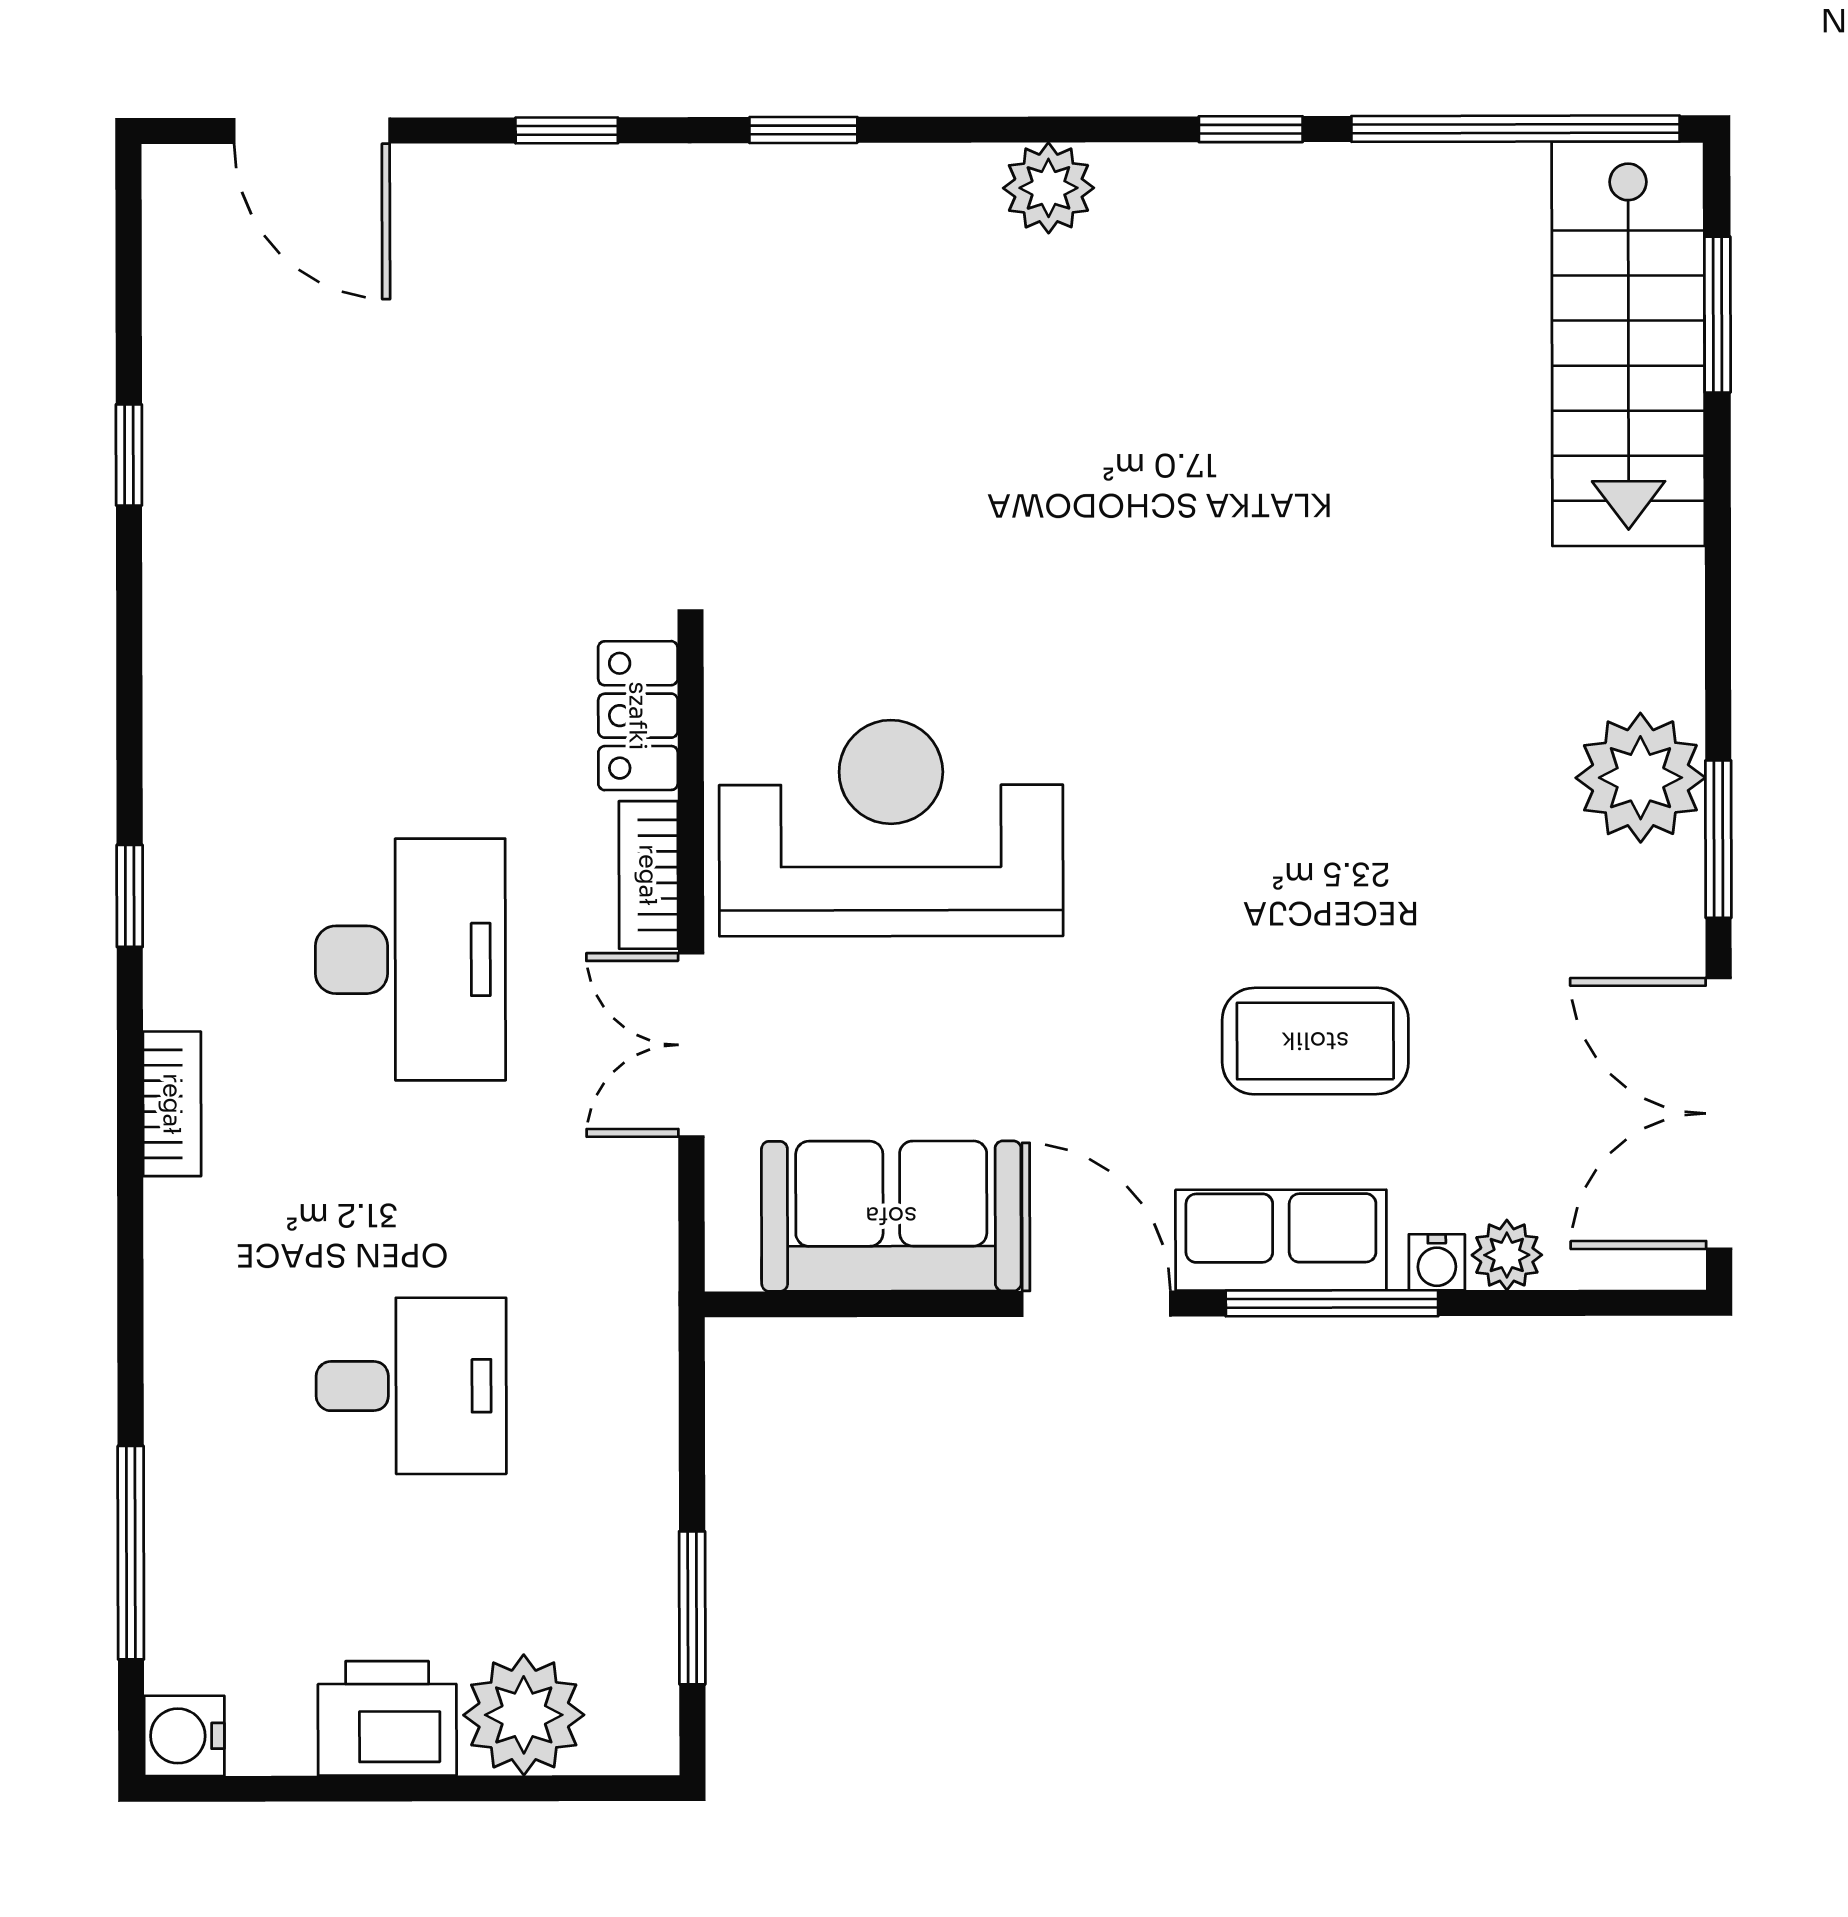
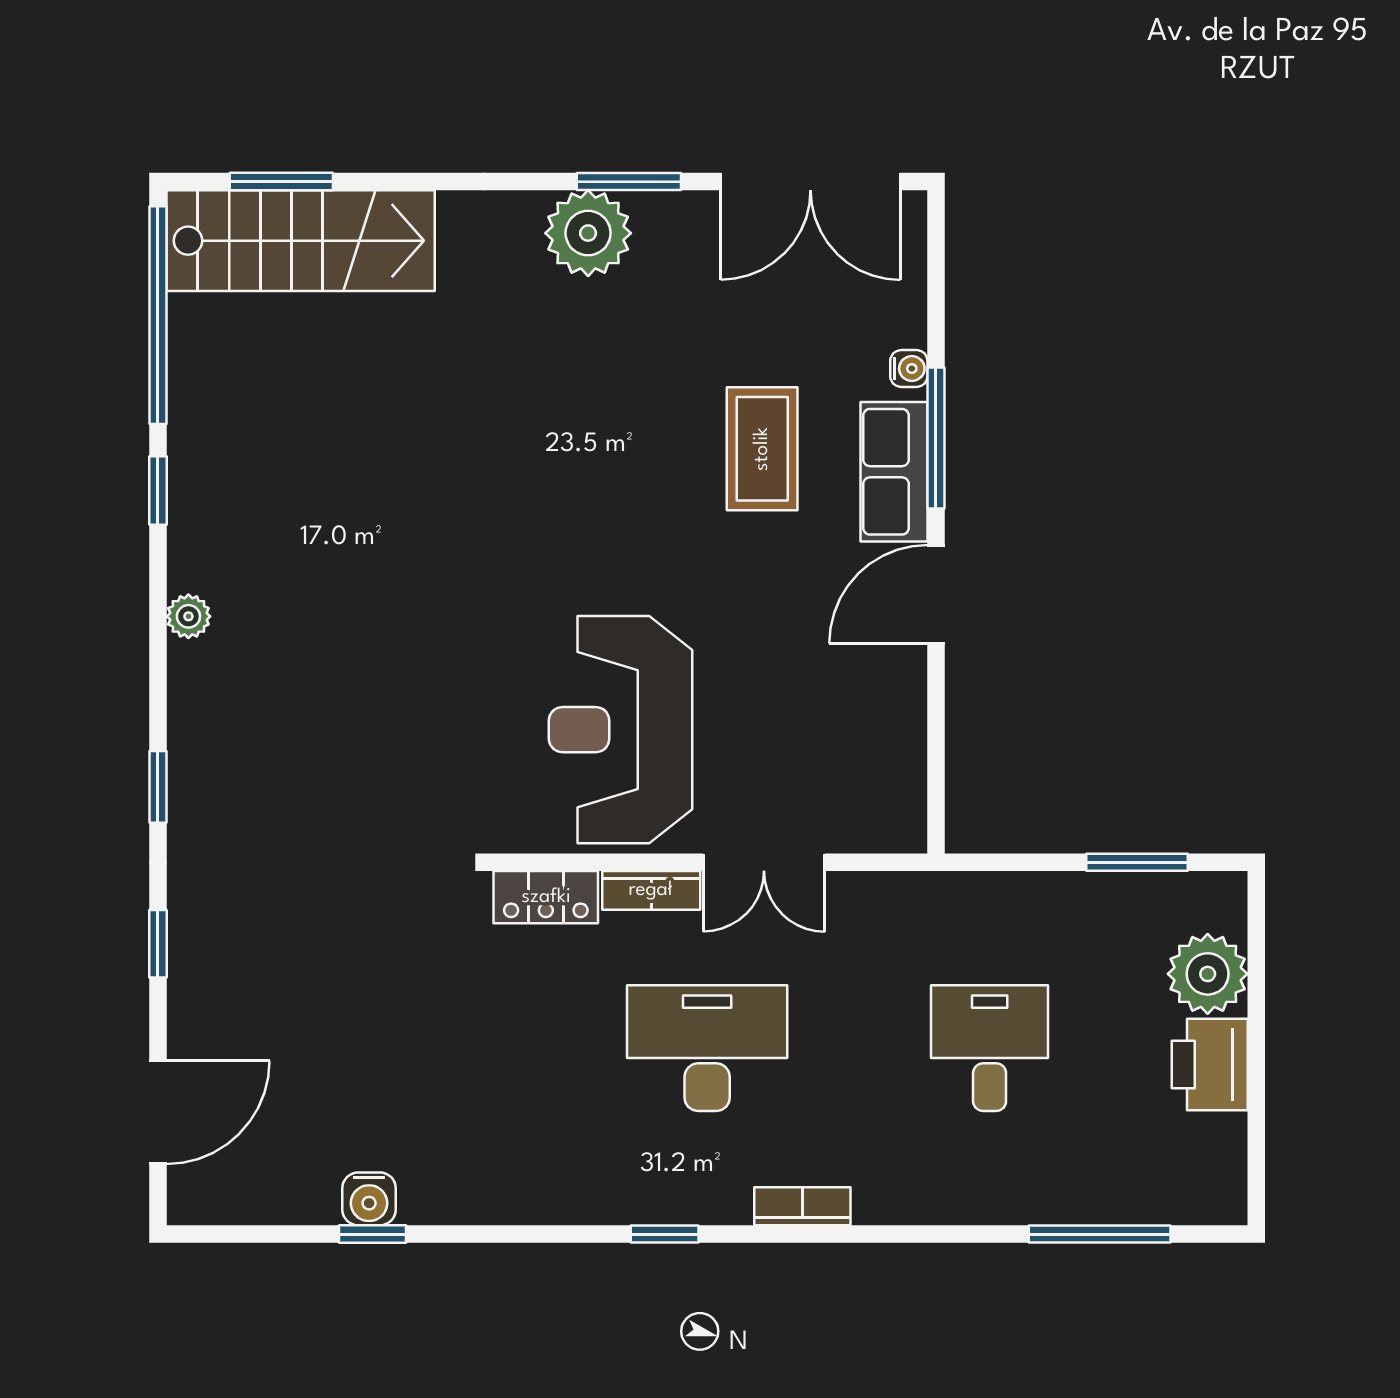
plant: (1048, 188) -> (188, 616), width x0.73, depth x0.73
sofa: (891, 1216) -> (878, 730), removed
plant: (1507, 1255) -> (904, 322), removed
water cooler: (184, 1736) -> (369, 1199), moved

